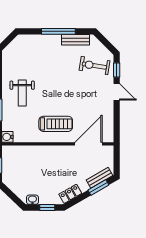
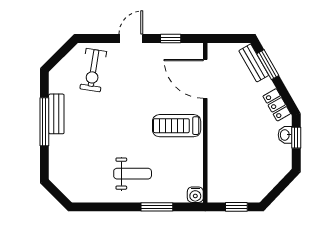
bench: (76, 40) -> (56, 114), moved
window: (117, 70) -> (171, 39), moved
treadmill: (56, 124) -> (177, 126), turned -90
washbasin: (32, 200) -> (285, 135), moved

